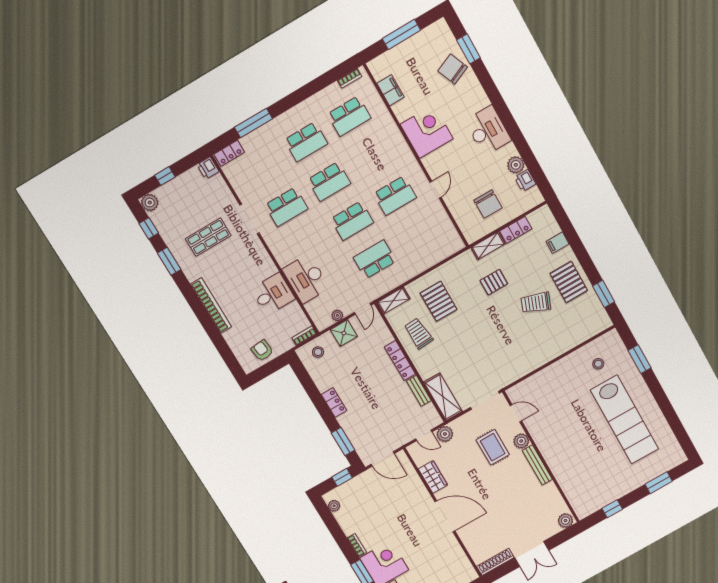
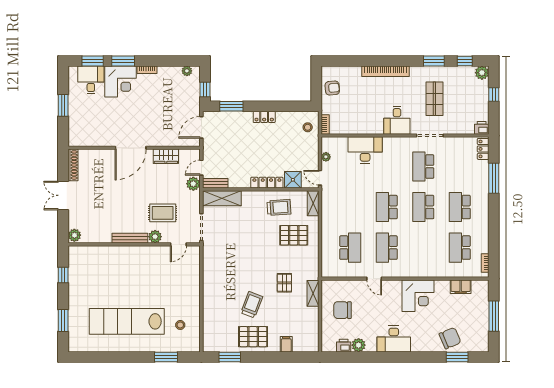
locker: (516, 230) -> (313, 319), removed
school desk: (375, 259) -> (350, 248), moved
desk: (273, 294) -> (397, 120), moved
shower: (344, 333) -> (293, 180), moved
bench: (419, 391) -> (215, 183), moved

